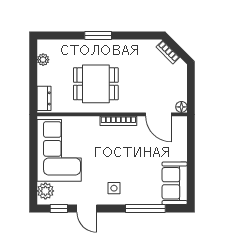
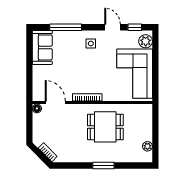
dresser: (44, 98) -> (147, 115), removed

